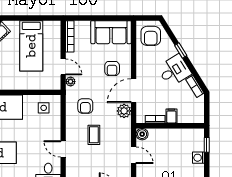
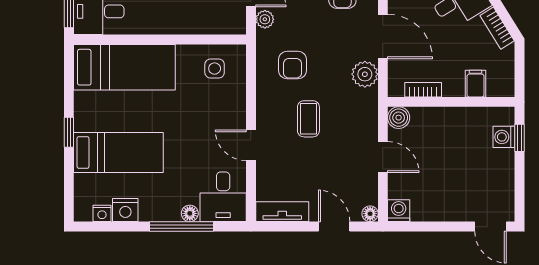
door: (134, 91) -> (383, 37), swing flipped
filing cabinet: (171, 116) -> (476, 84), moved
washing machine: (198, 158) -> (504, 137), moved

